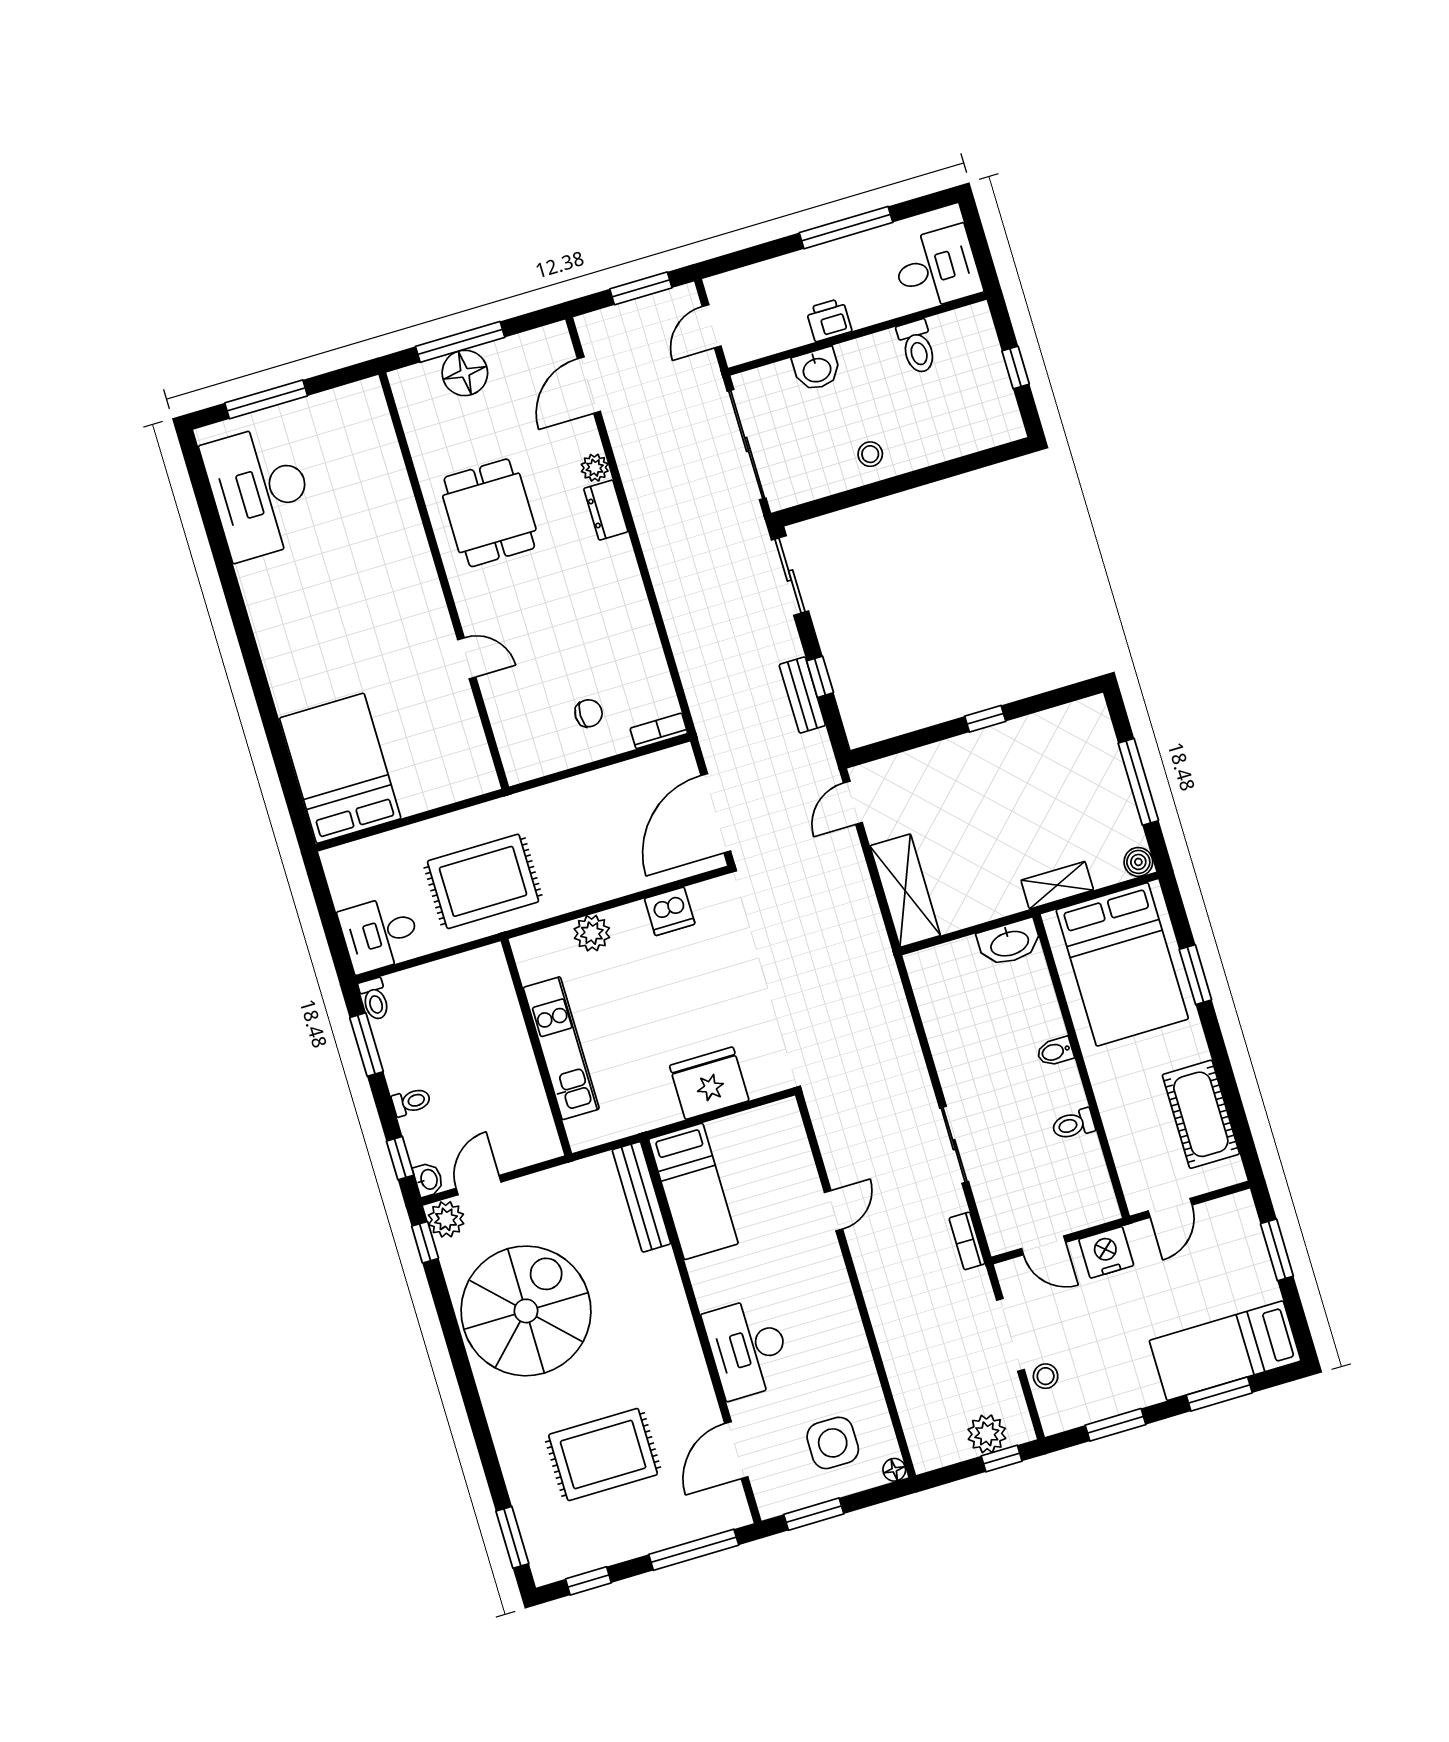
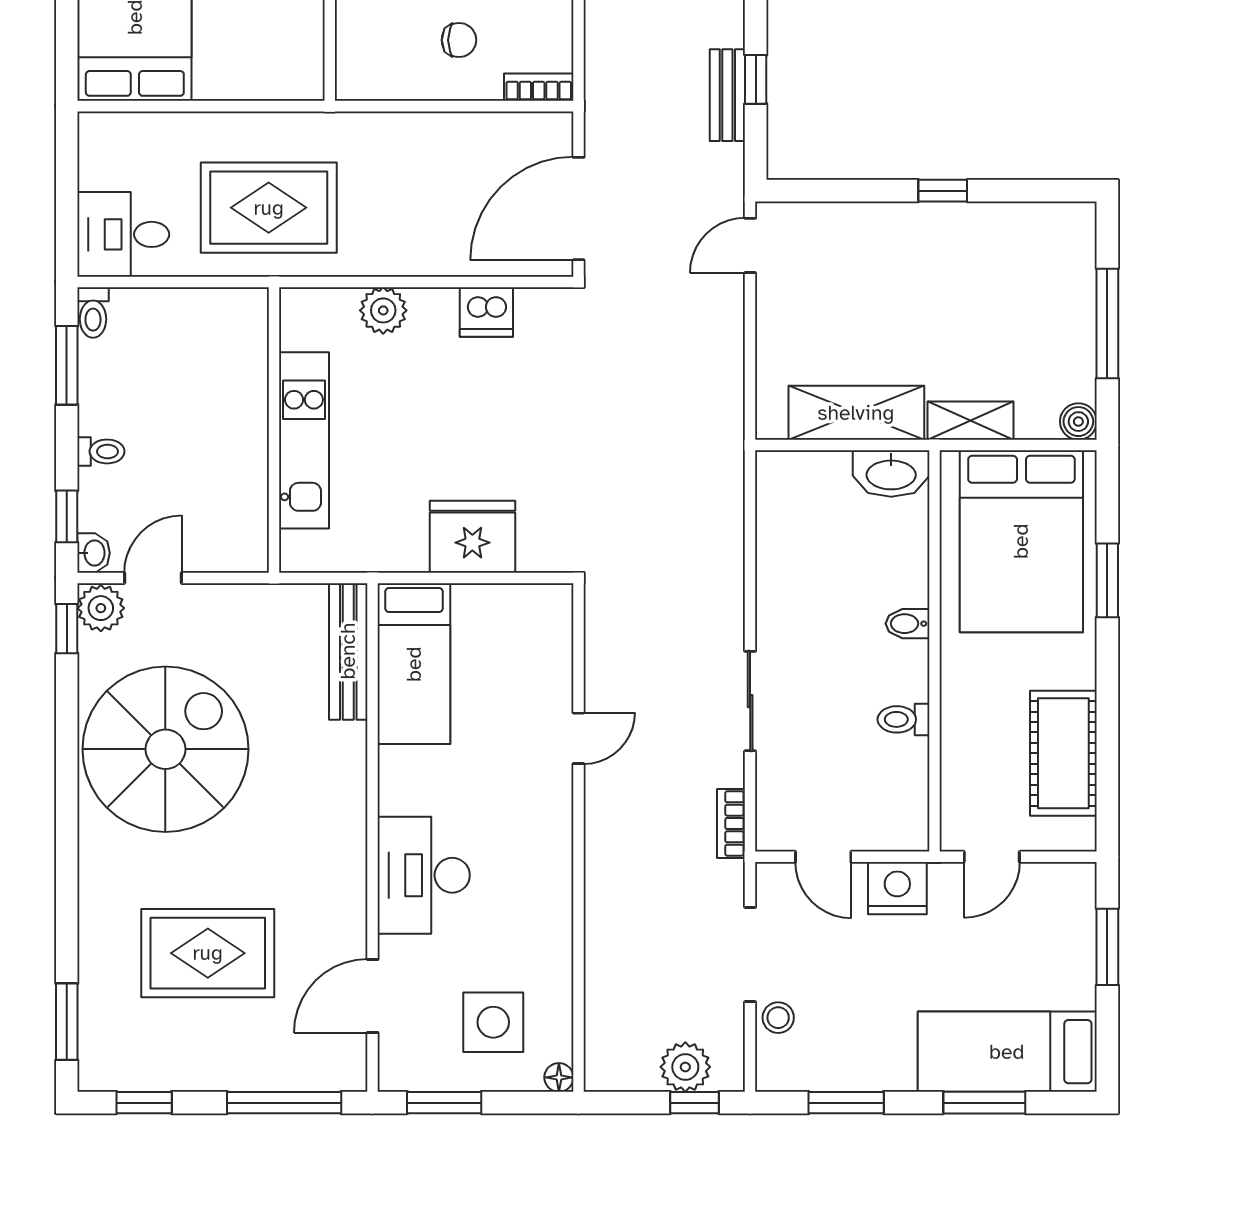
shelving: (905, 891) -> (856, 413), moved, turned 90

